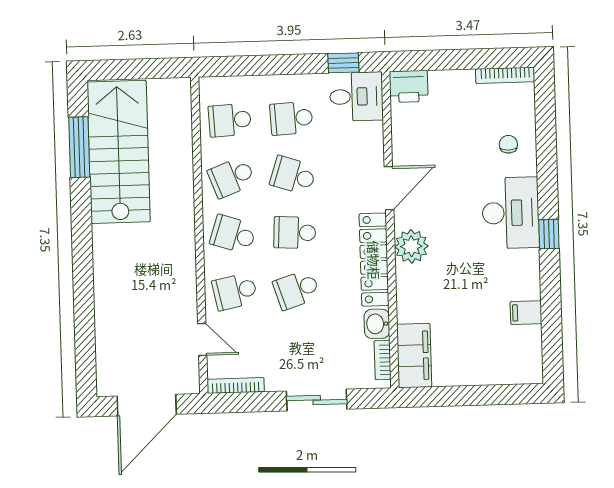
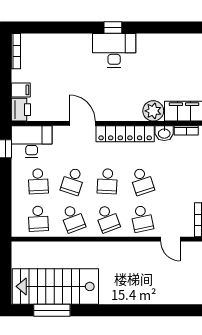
desk: (356, 97) -> (32, 142), width x1.37
chair: (508, 144) -> (58, 50), removed
desk: (511, 213) -> (114, 50), moved
school desk: (233, 234) -> (107, 219), turned -39
plant: (411, 246) -> (153, 111), moved
filing cabinet: (526, 313) -> (21, 90), moved, turned -90
door: (202, 339) -> (170, 239), swing flipped

